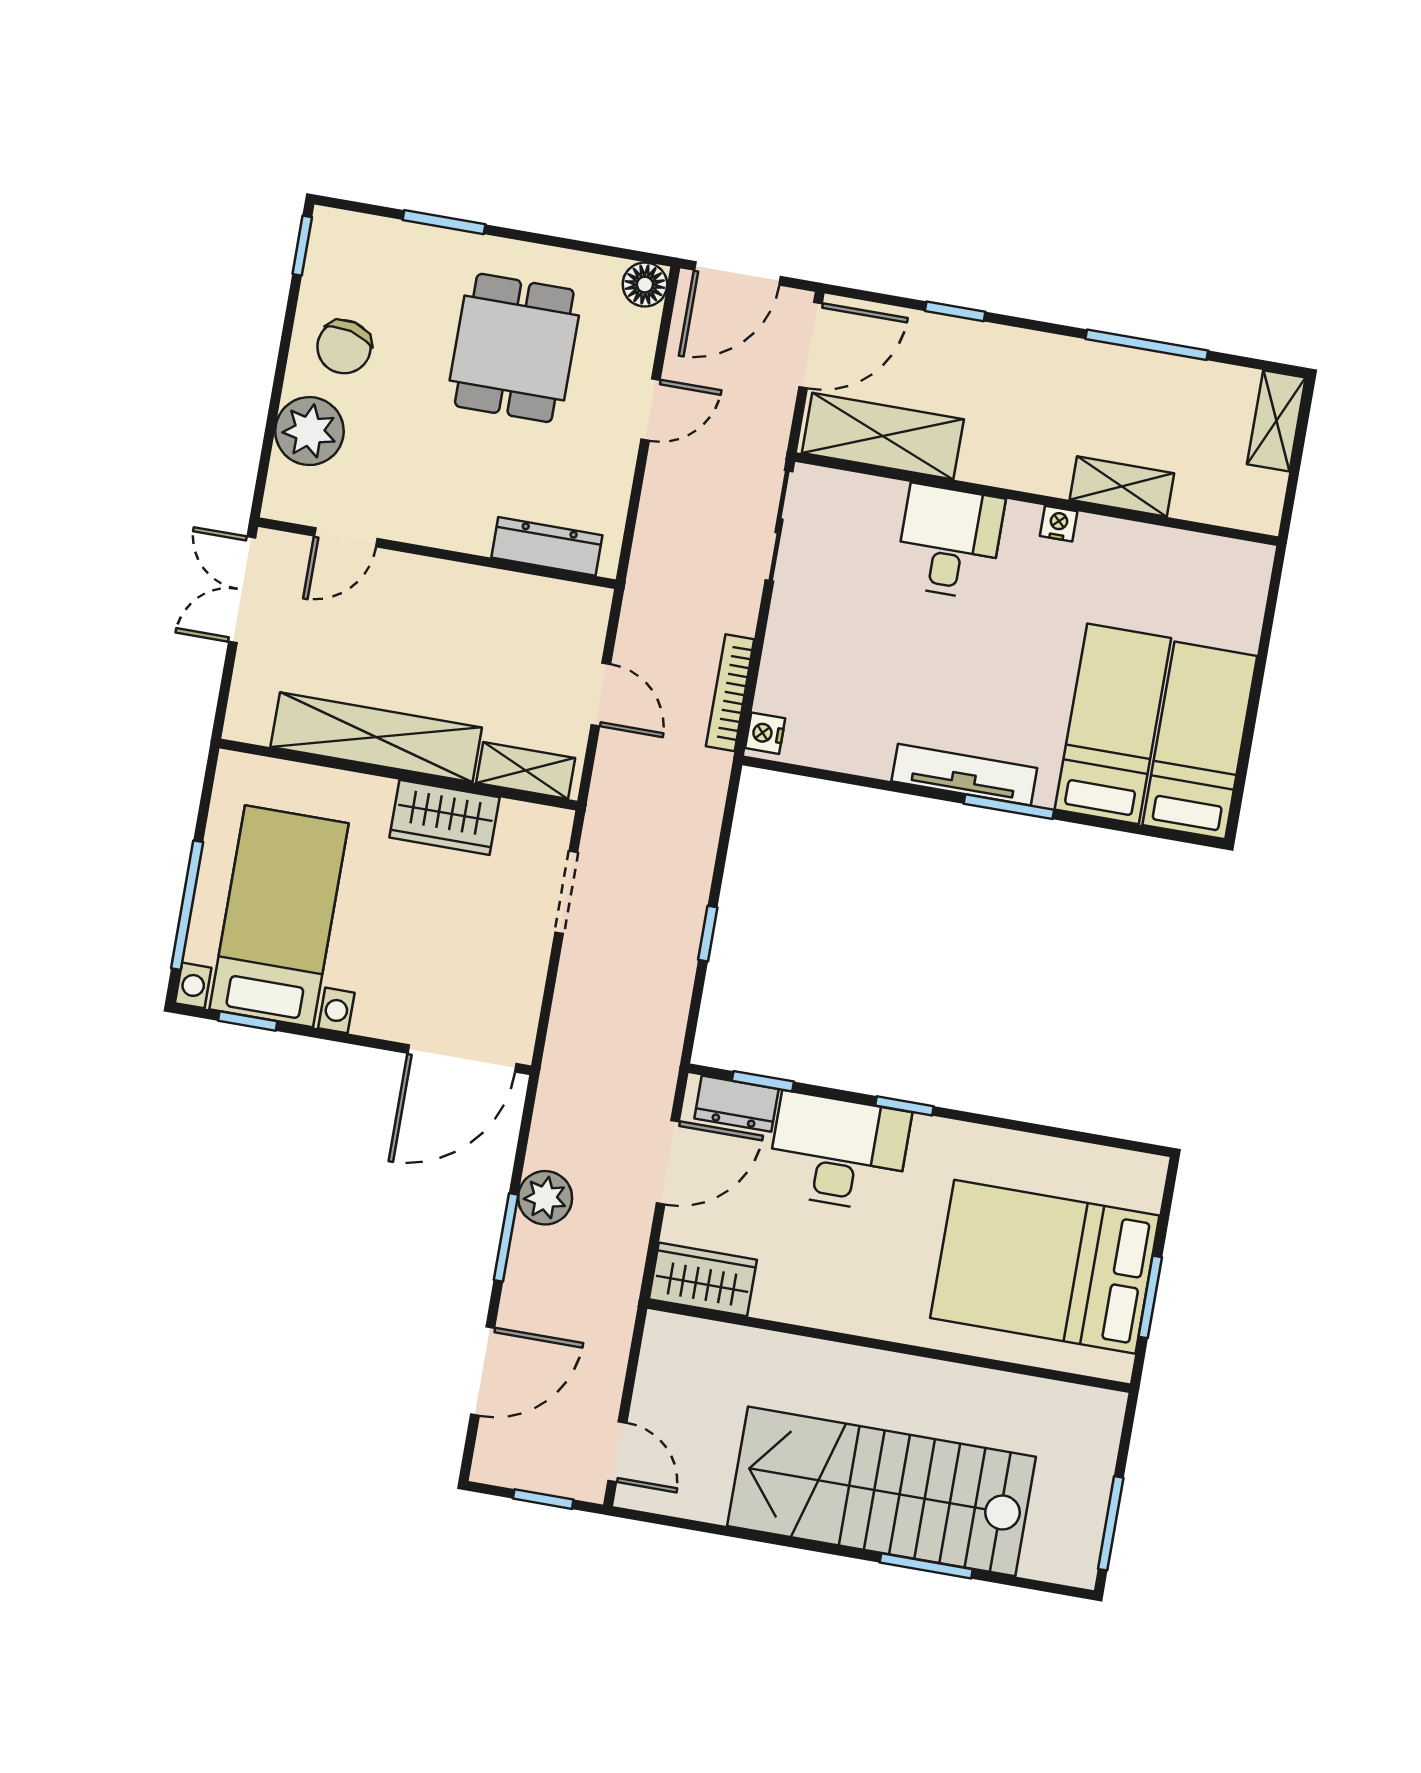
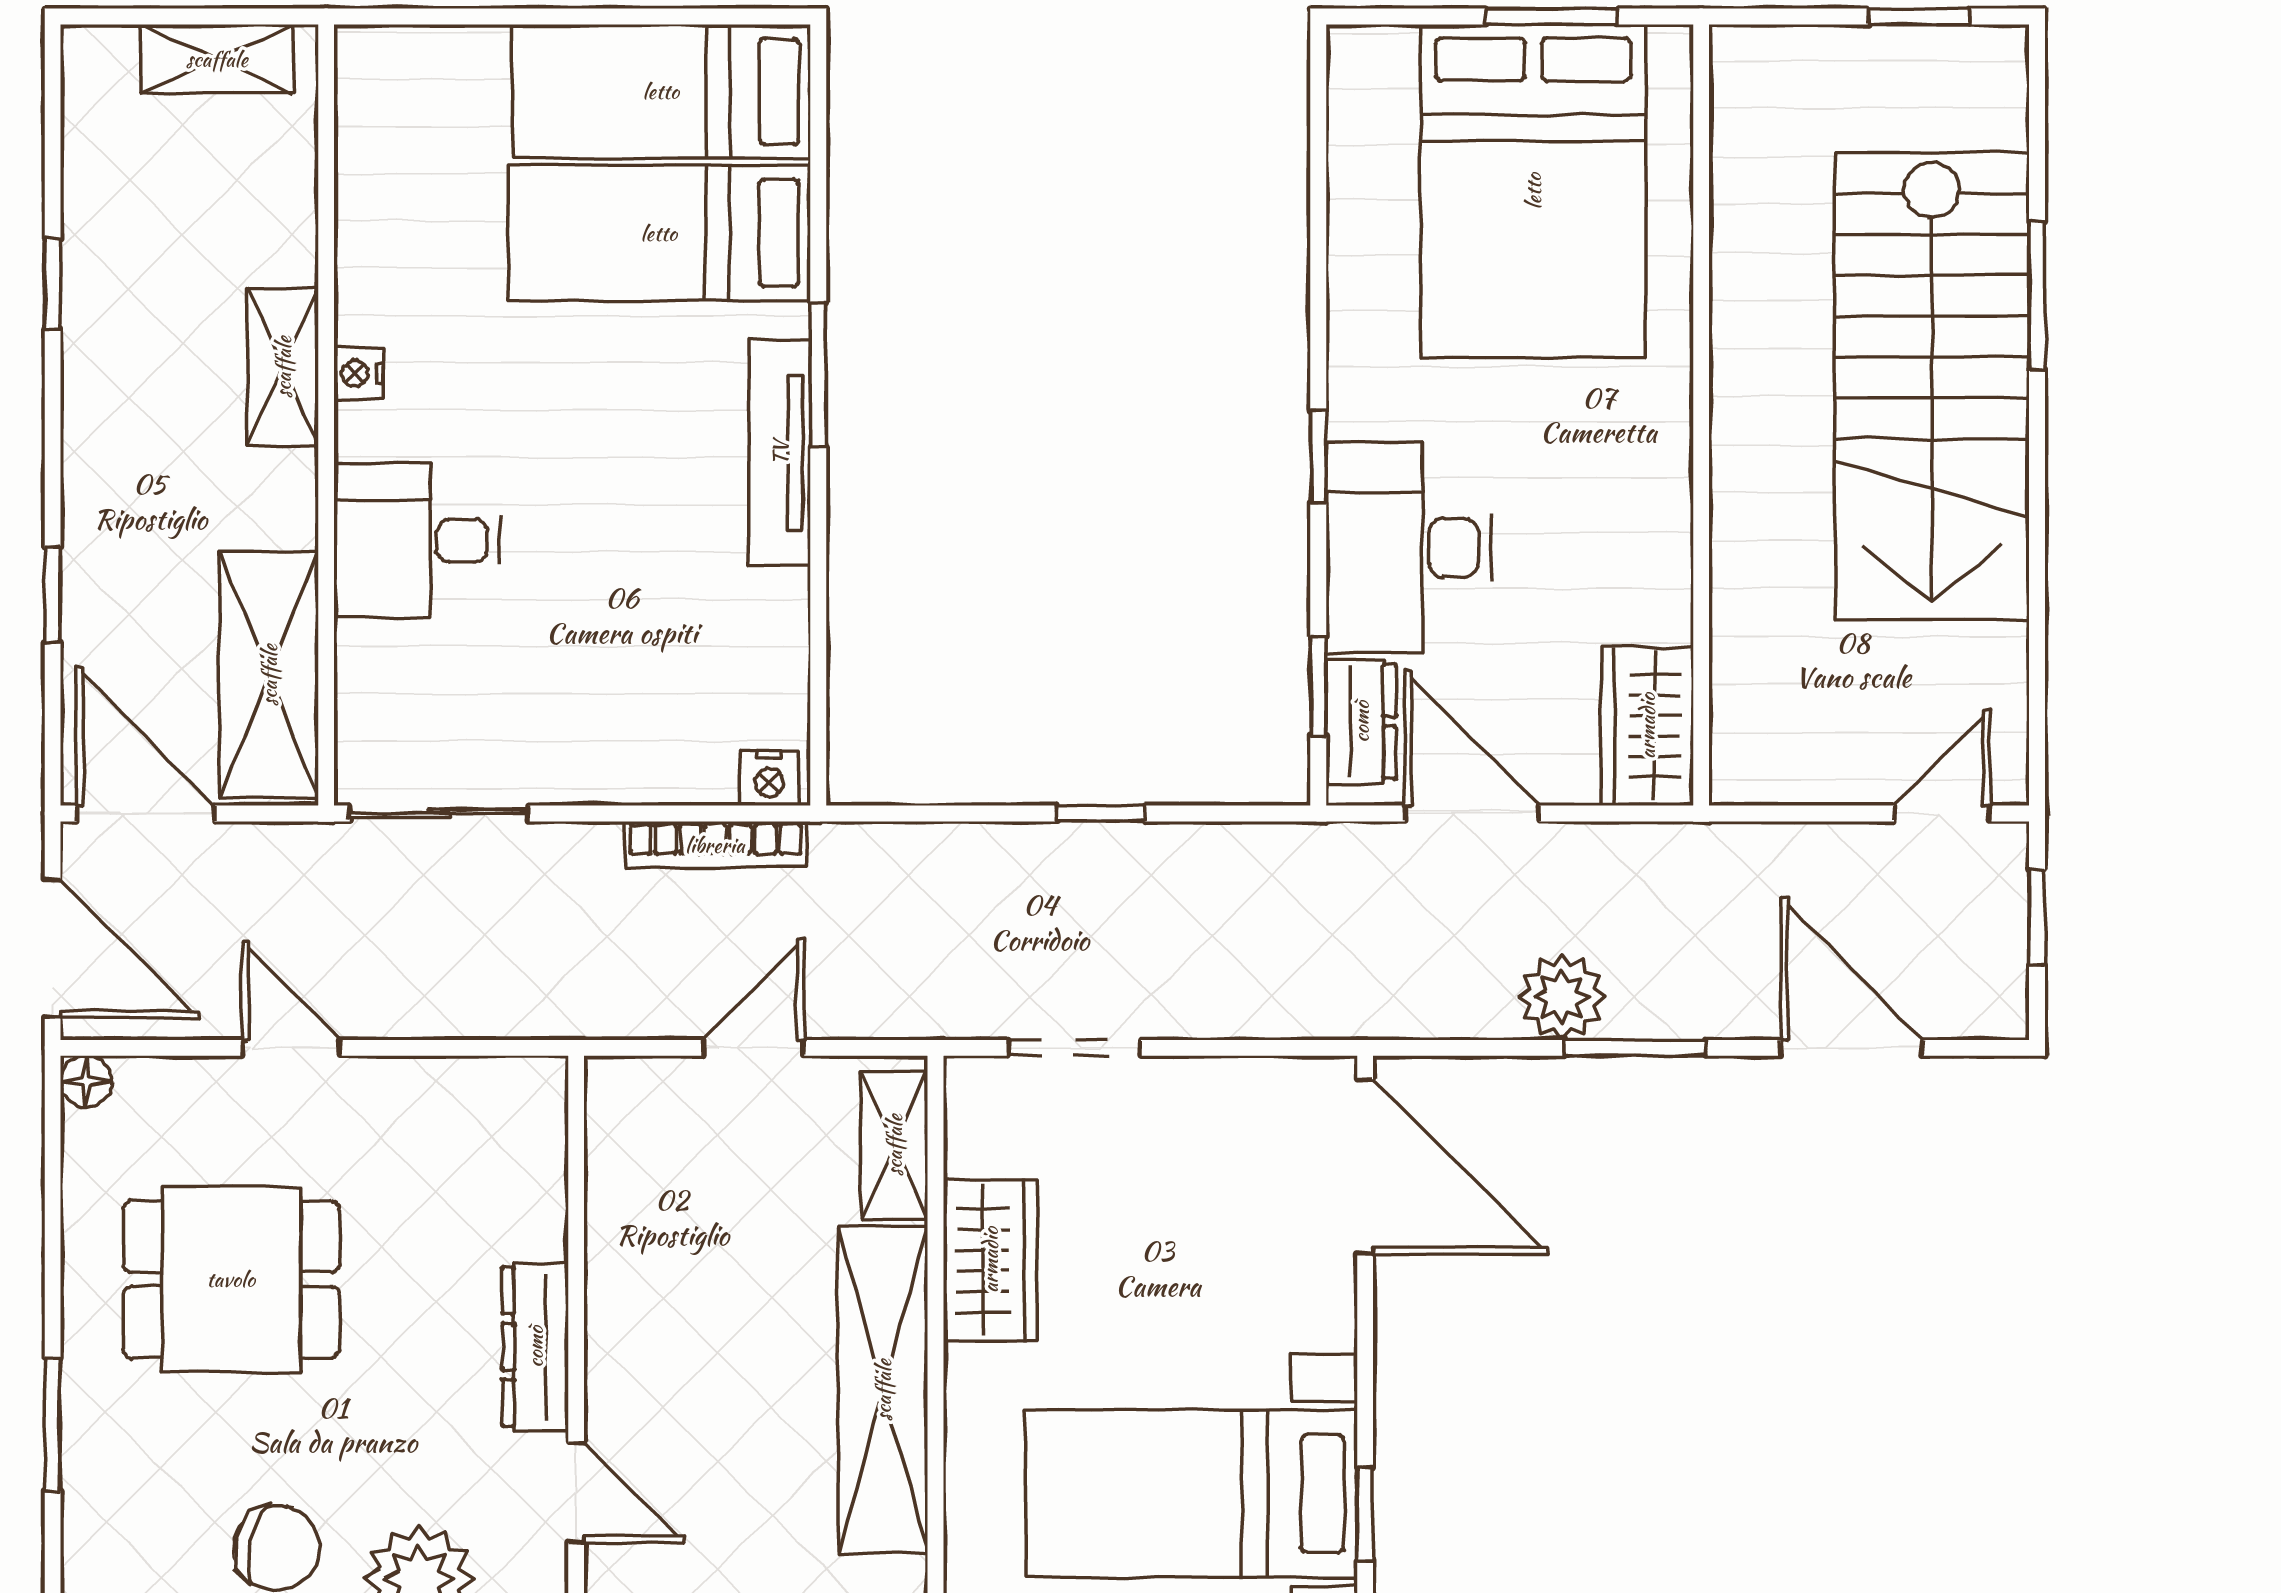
floor lamp: (645, 285) -> (86, 1081), width x0.73, depth x0.73
window: (1147, 345) -> (53, 284), width x0.46
shelving: (1276, 421) -> (217, 59), moved
shelving: (1122, 487) -> (283, 367), moved
dresser: (547, 546) -> (535, 1347), moved
window: (1111, 1523) -> (1919, 17), width x0.67

